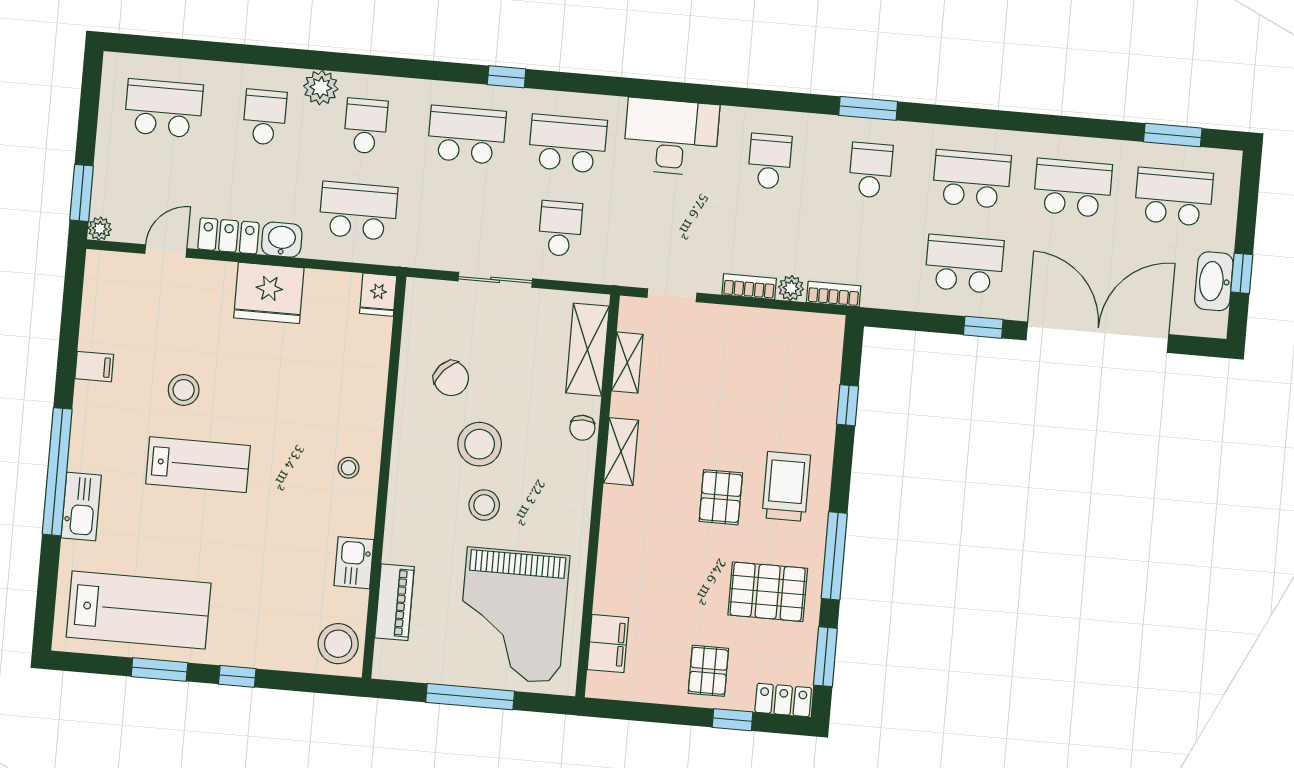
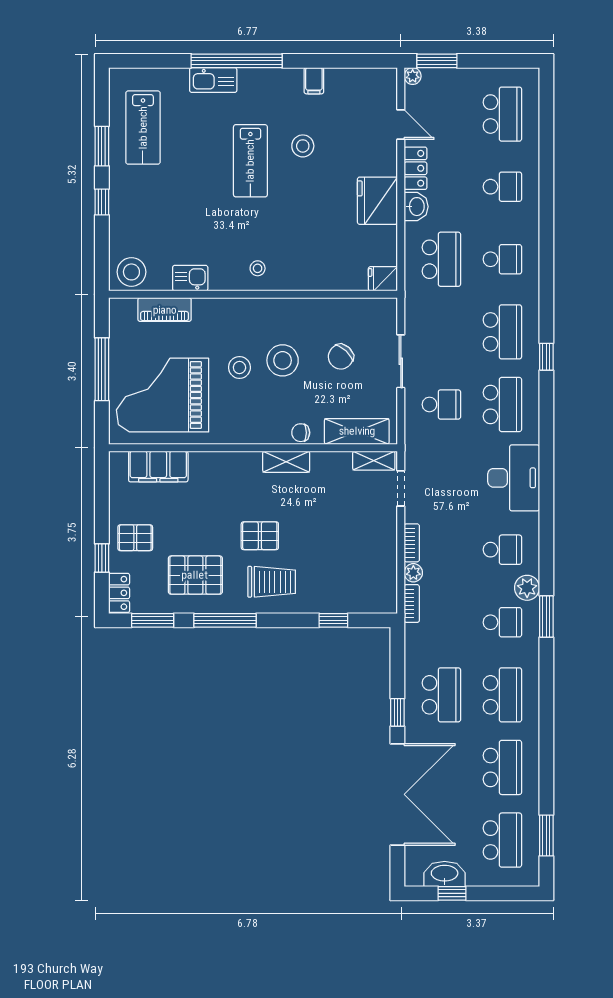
plant: (321, 88) -> (527, 588), moved
shelving: (627, 363) -> (374, 461), moved
chair: (451, 378) -> (341, 357), moved
pallet: (768, 592) -> (195, 575), turned 90
lab bench: (139, 610) -> (143, 128), width x0.73, depth x0.72
filing cabinet: (608, 644) -> (158, 467), width x1.50, depth x1.17

